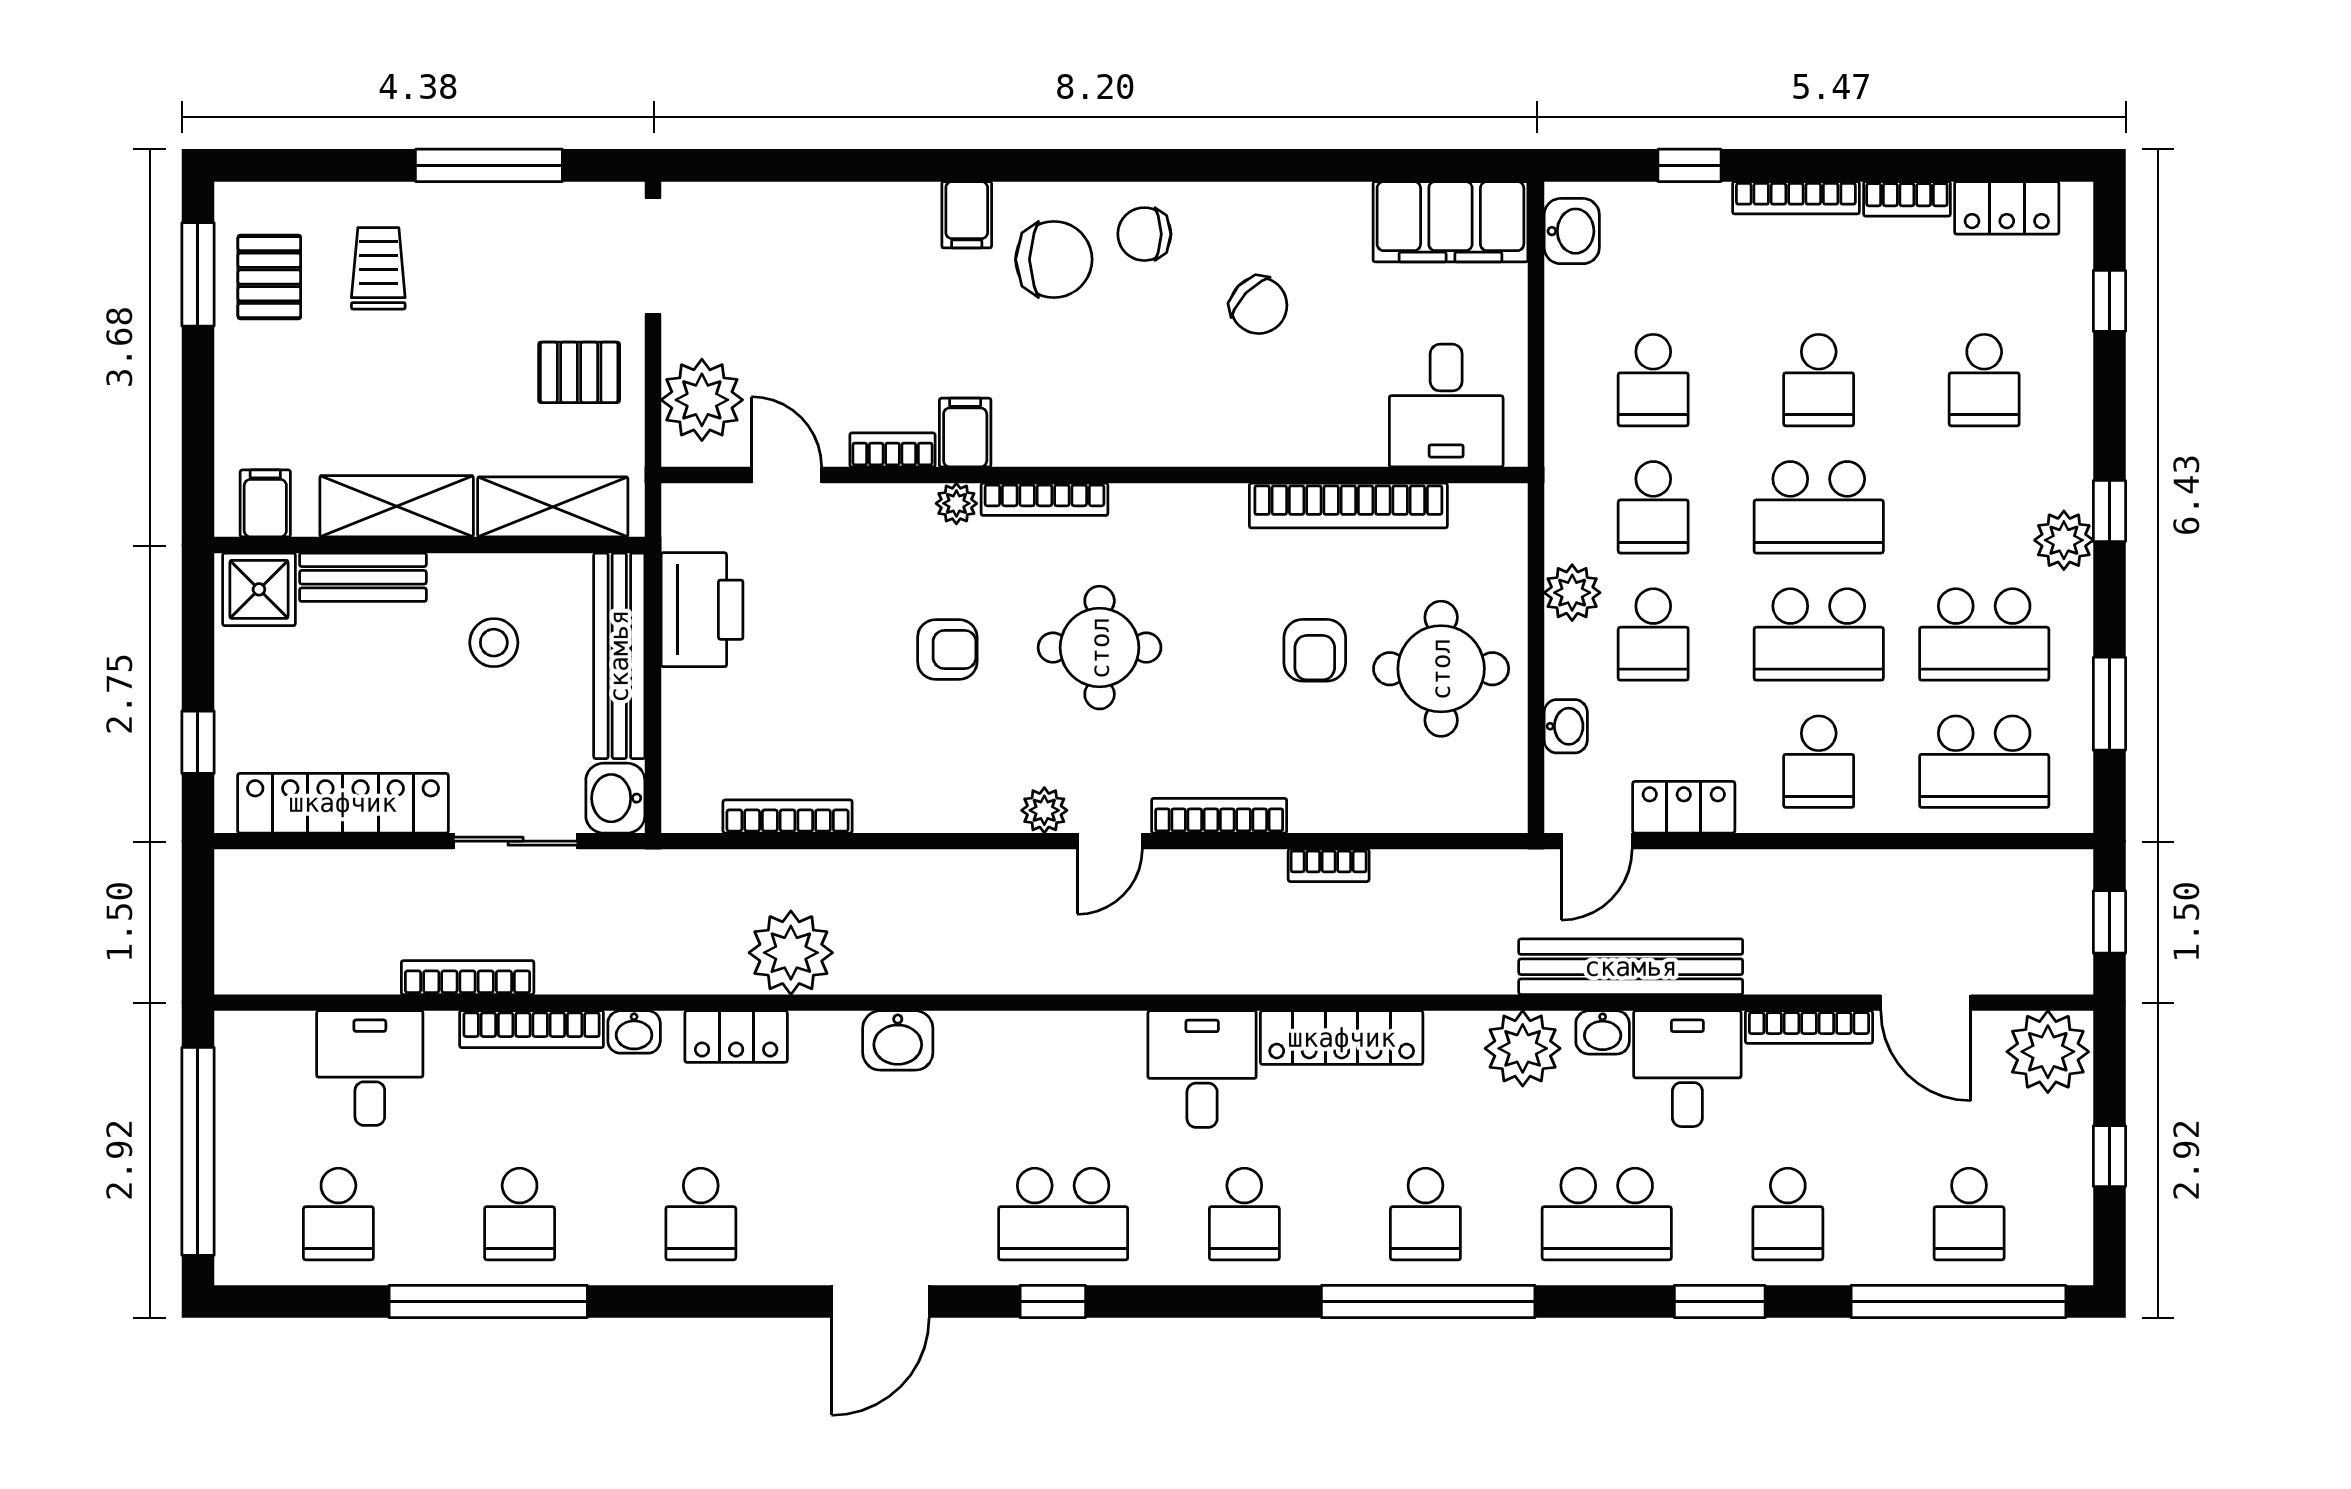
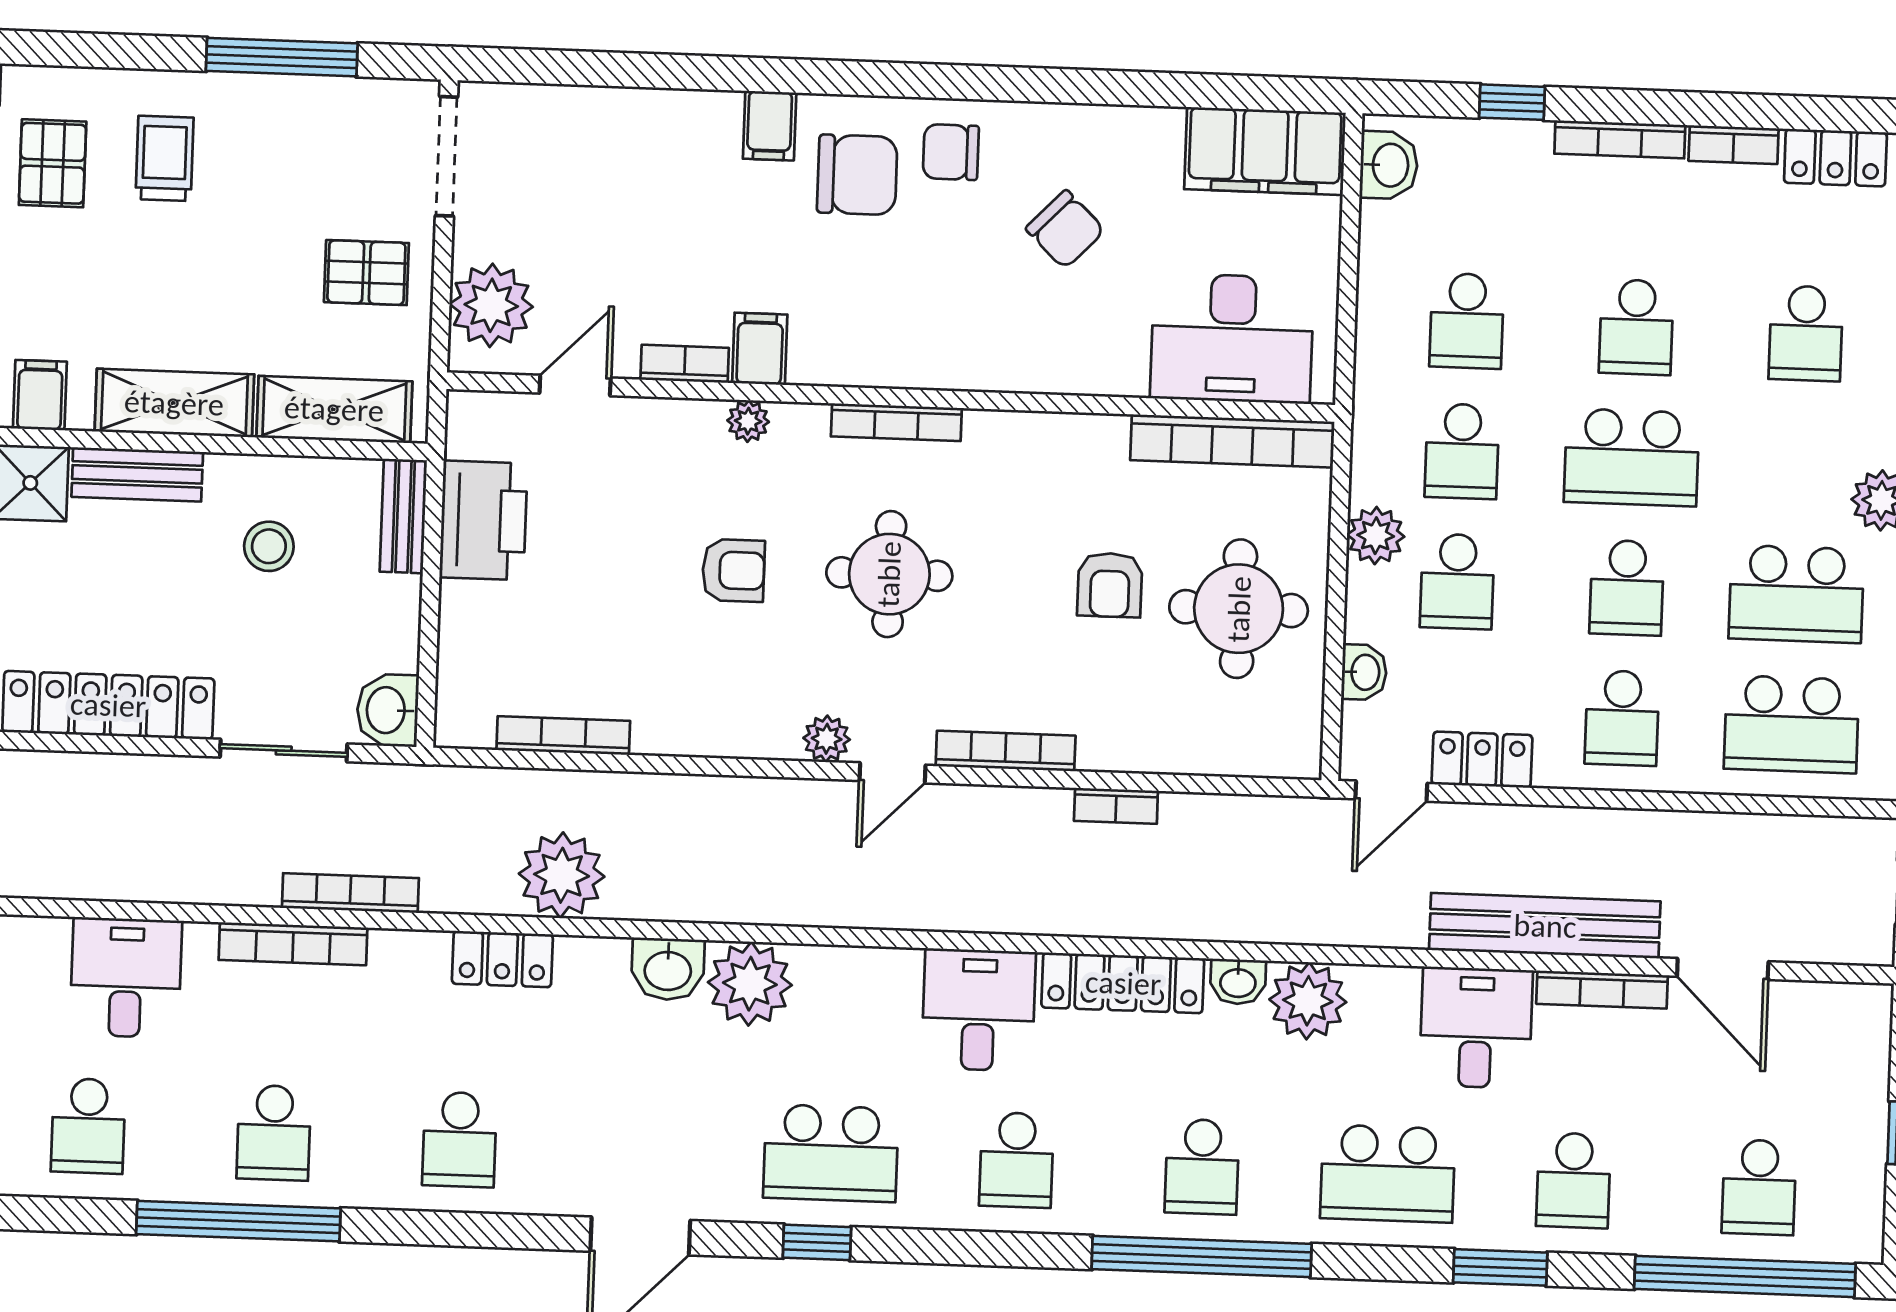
desk: (1446, 406) -> (1232, 338), width x1.37
door: (786, 475) -> (575, 386), hinge flipped
bookcase: (1044, 499) -> (896, 422), moved
bookcase: (1348, 506) -> (1232, 441), moved
school desk: (1819, 634) -> (1627, 588), width x0.54
bench: (619, 656) -> (403, 516), width x0.54, depth x0.82
bench: (1631, 967) -> (1545, 926), moved
bookcase: (468, 978) -> (350, 893), moved
washbasin: (634, 1032) -> (398, 951), removed
washbasin: (1603, 1032) -> (1238, 982), moved
plant: (2048, 1052) -> (750, 984), moved

